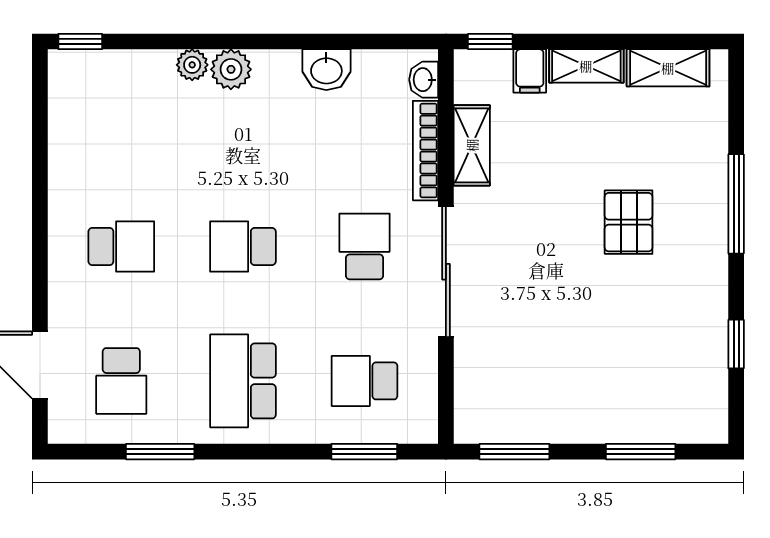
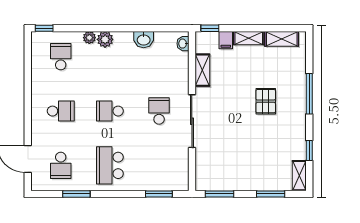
bookcase: (425, 151) -> (184, 72), removed
school desk: (365, 381) -> (61, 57), moved, turned 90
shelving: (711, 406) -> (299, 176), added

